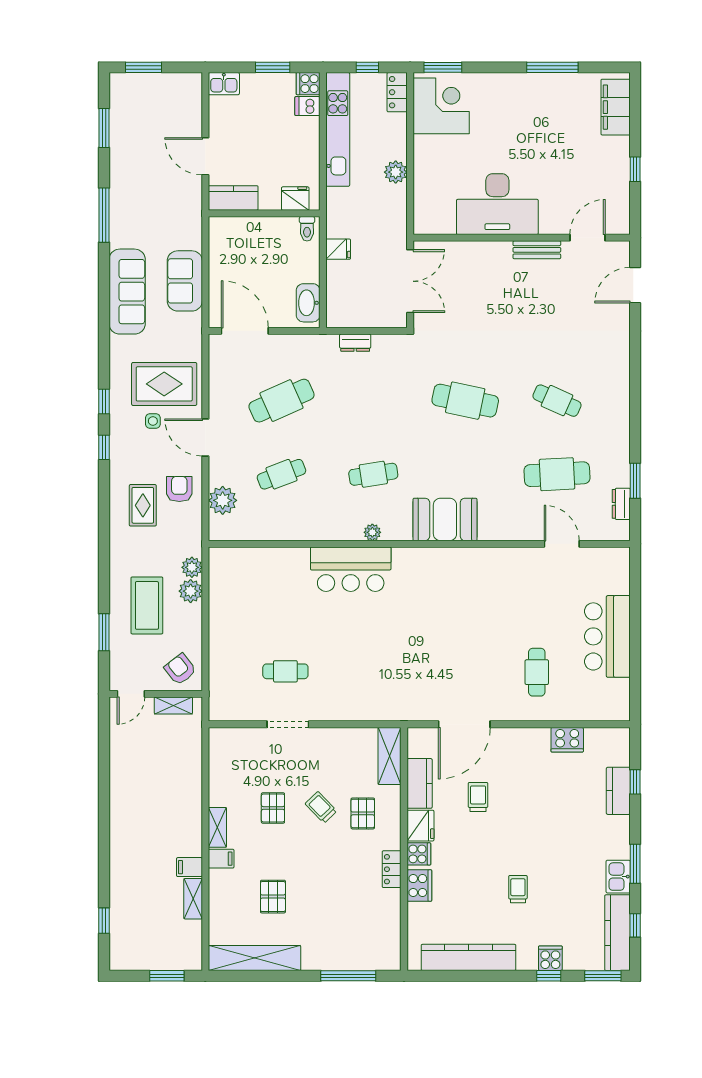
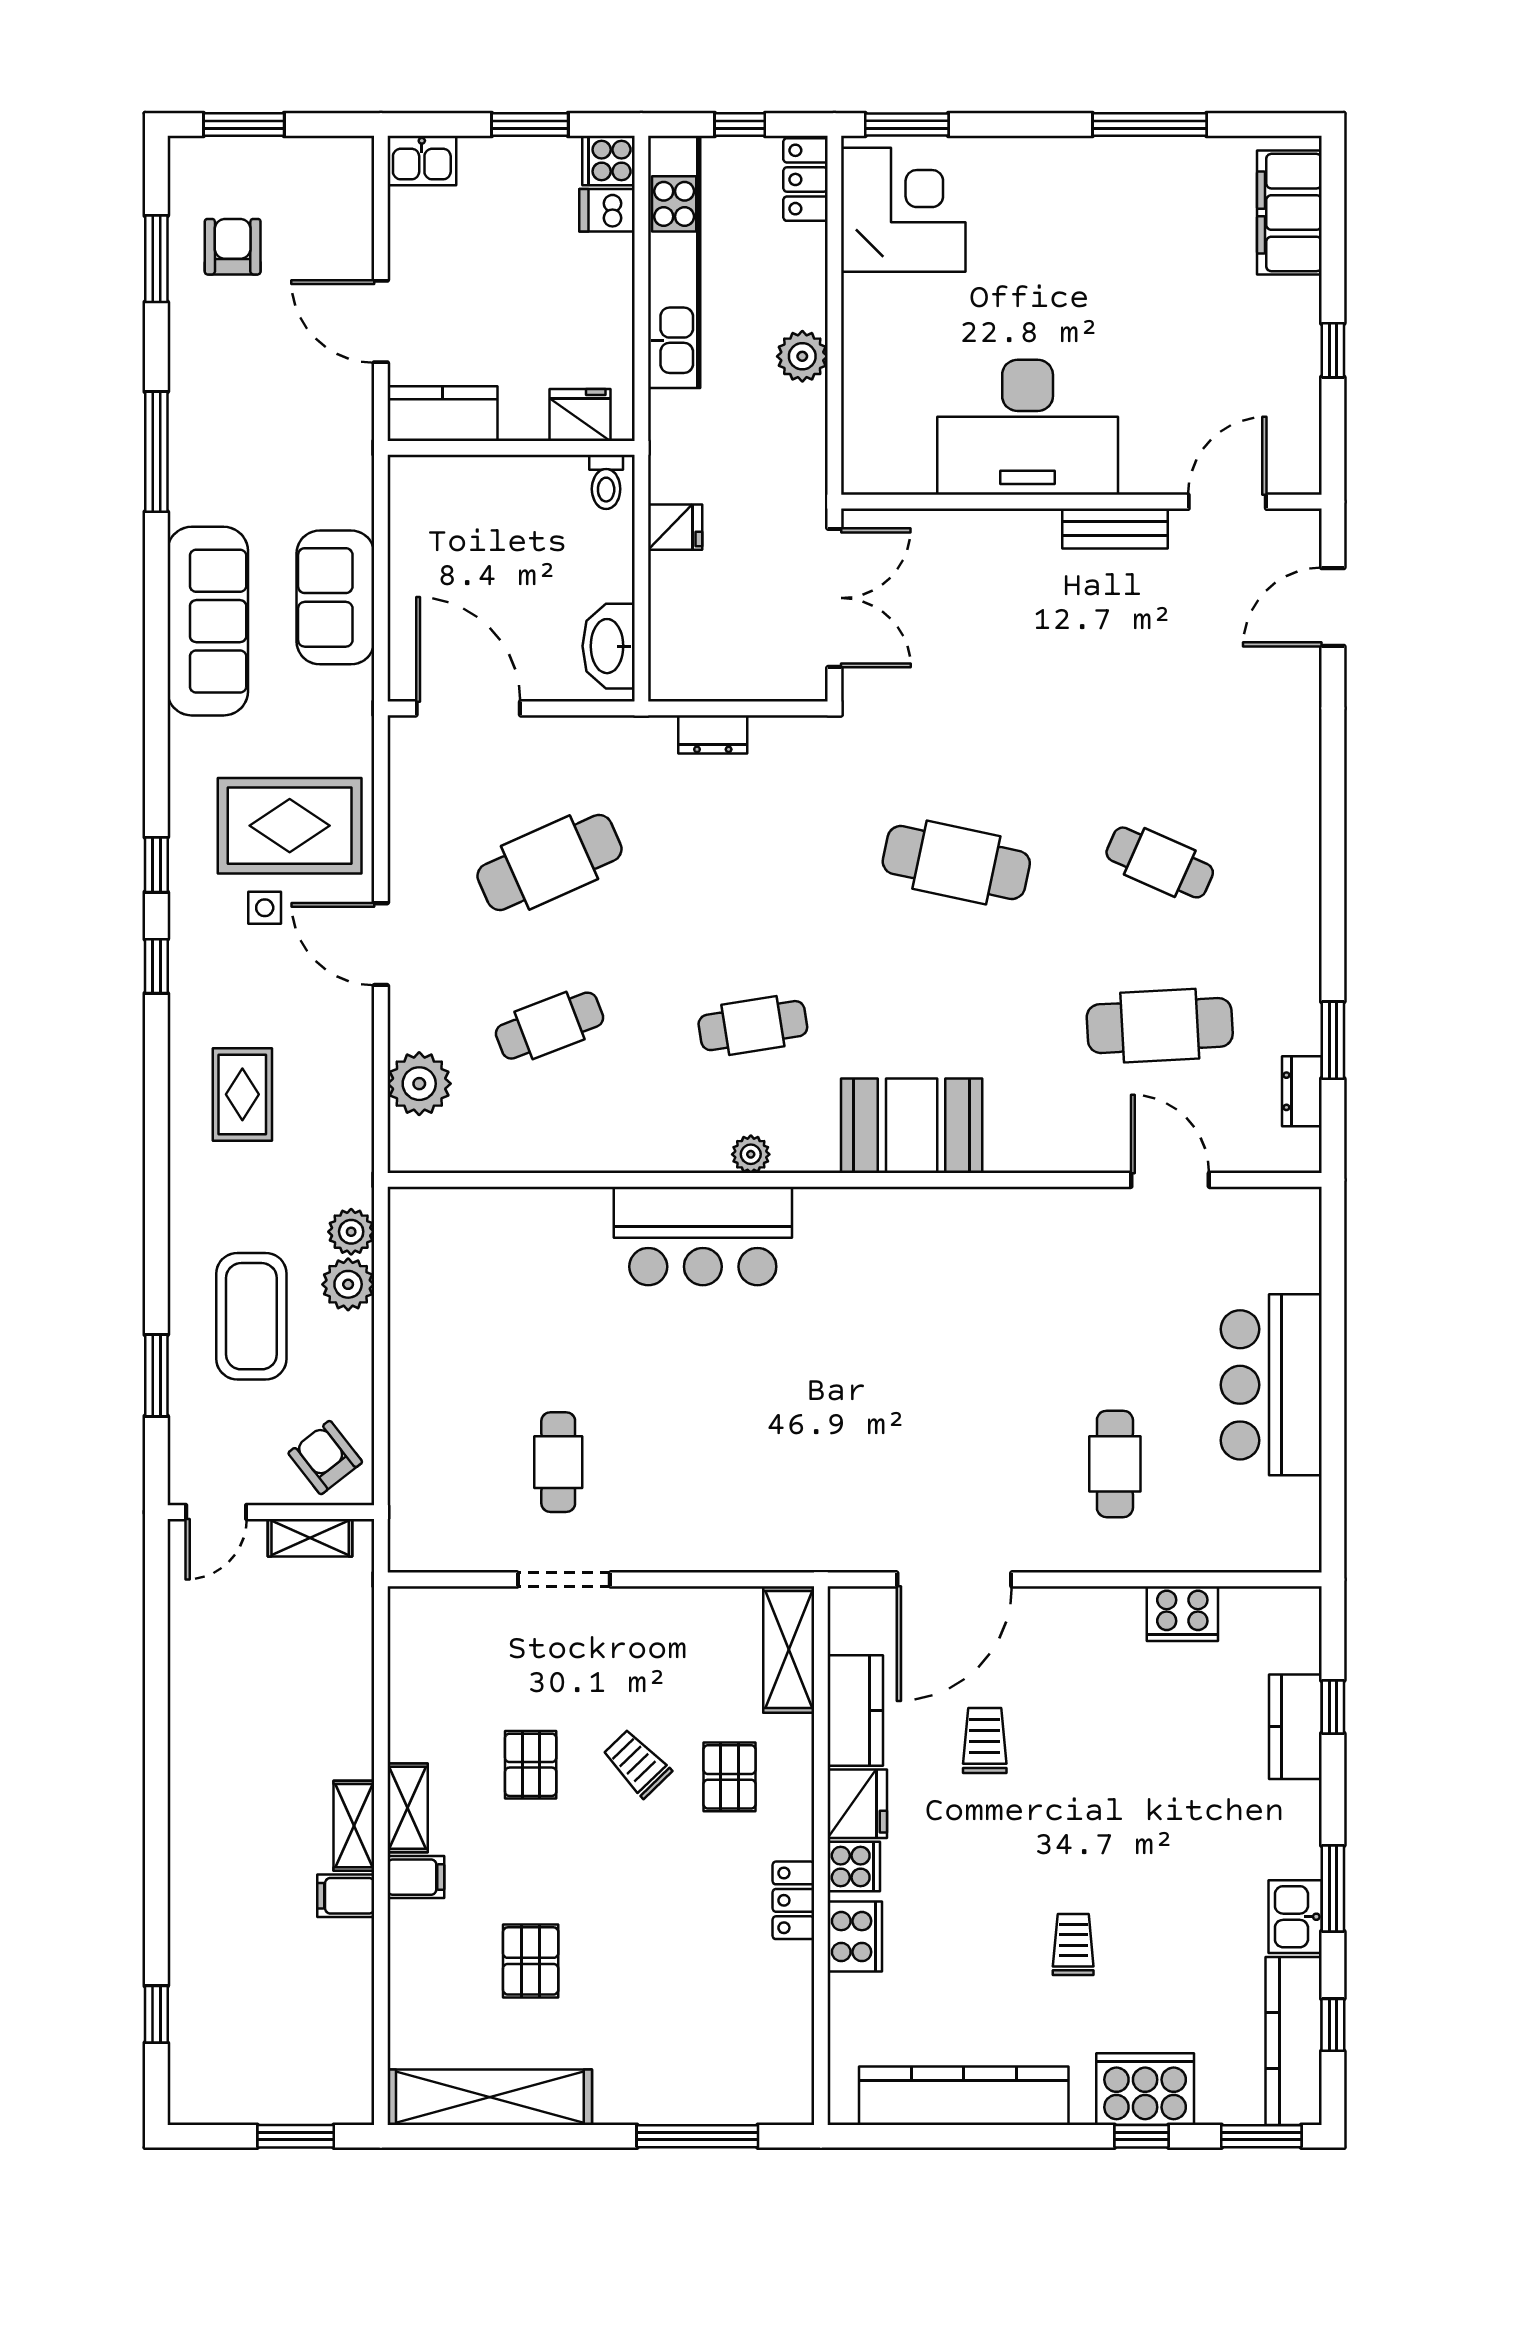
armchair: (179, 489) -> (233, 247), moved
cafe table: (285, 671) -> (558, 1462), turned 90
shelving: (193, 899) -> (354, 1826), moved
cooker: (550, 958) -> (1145, 2089), width x1.87, depth x1.31

